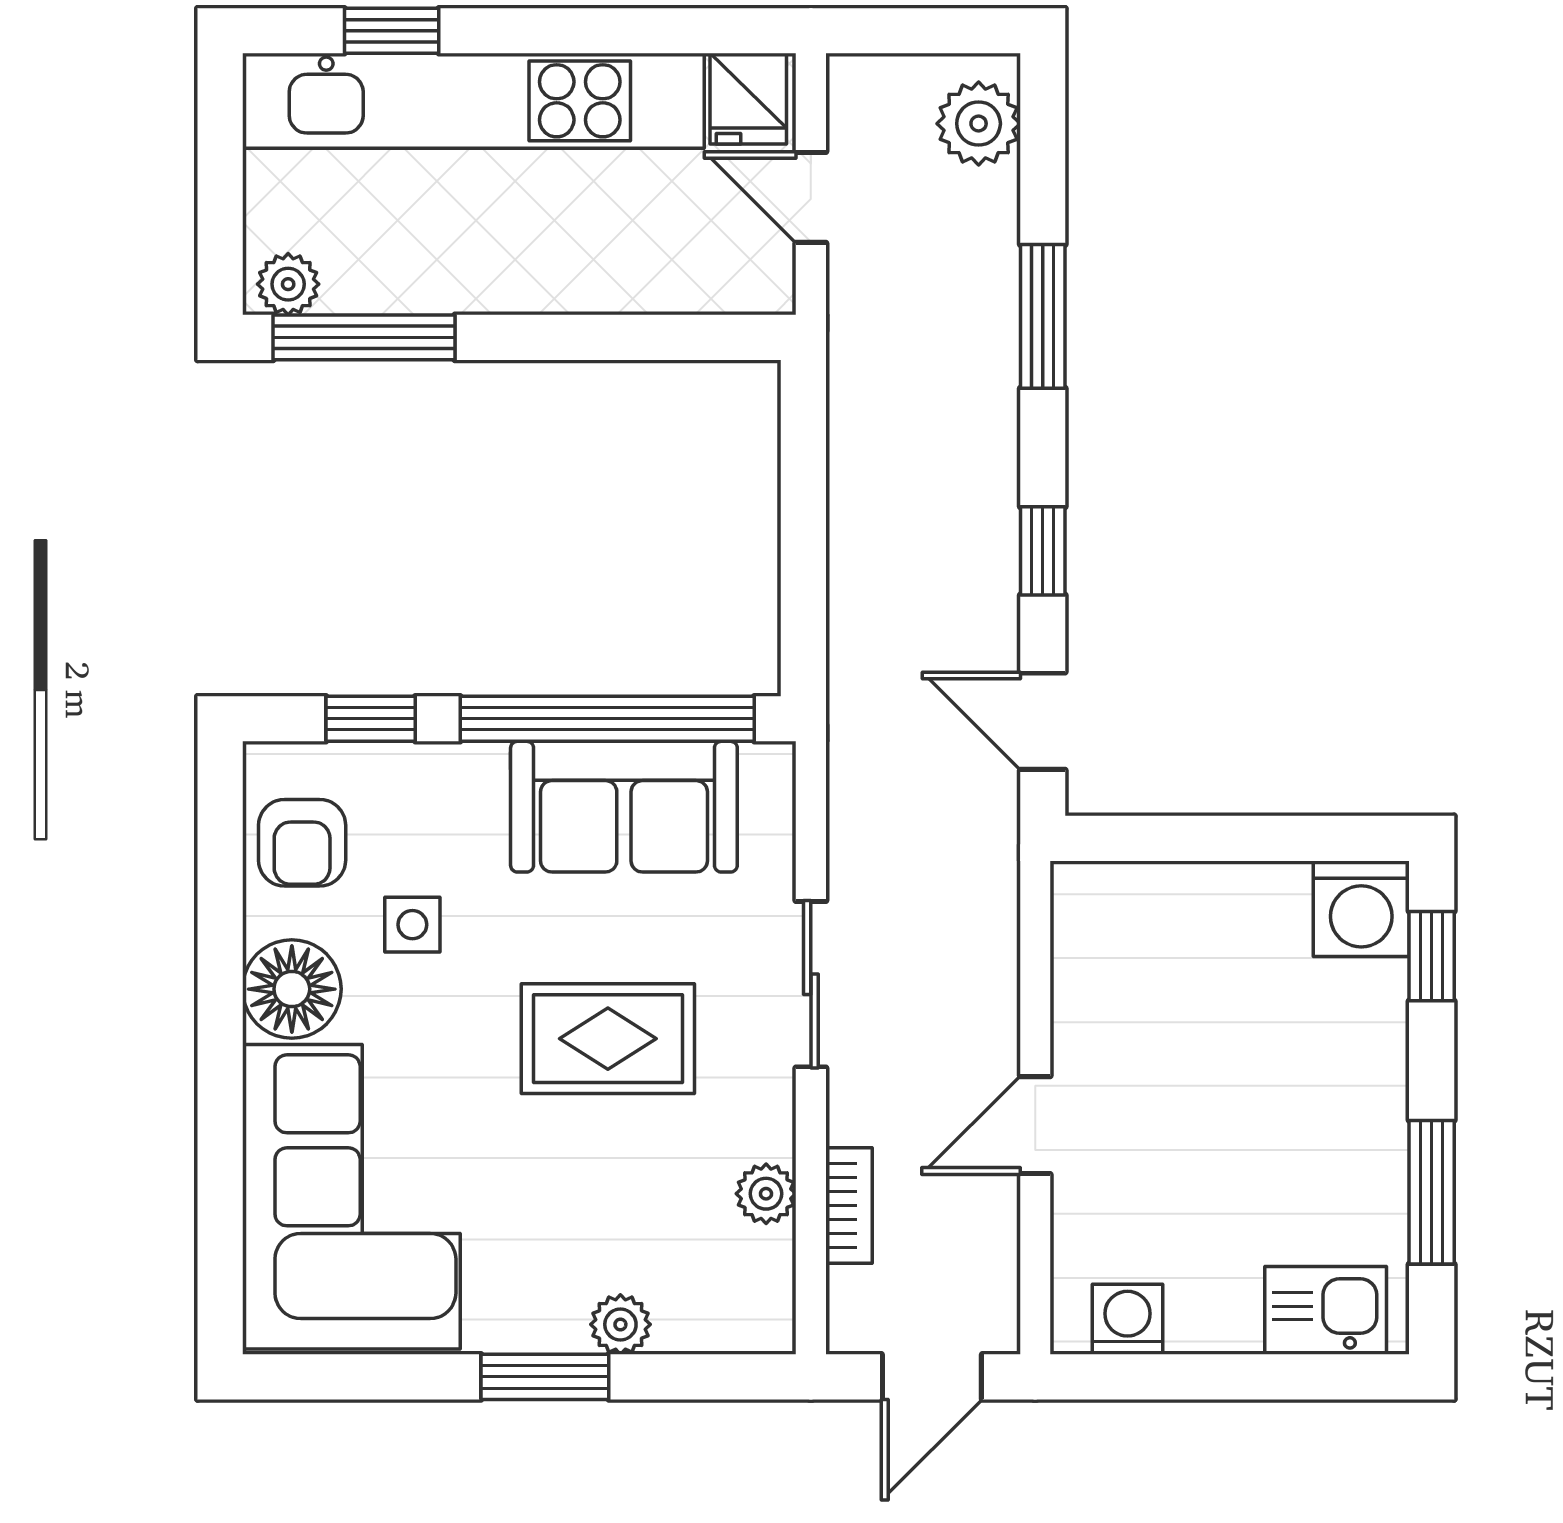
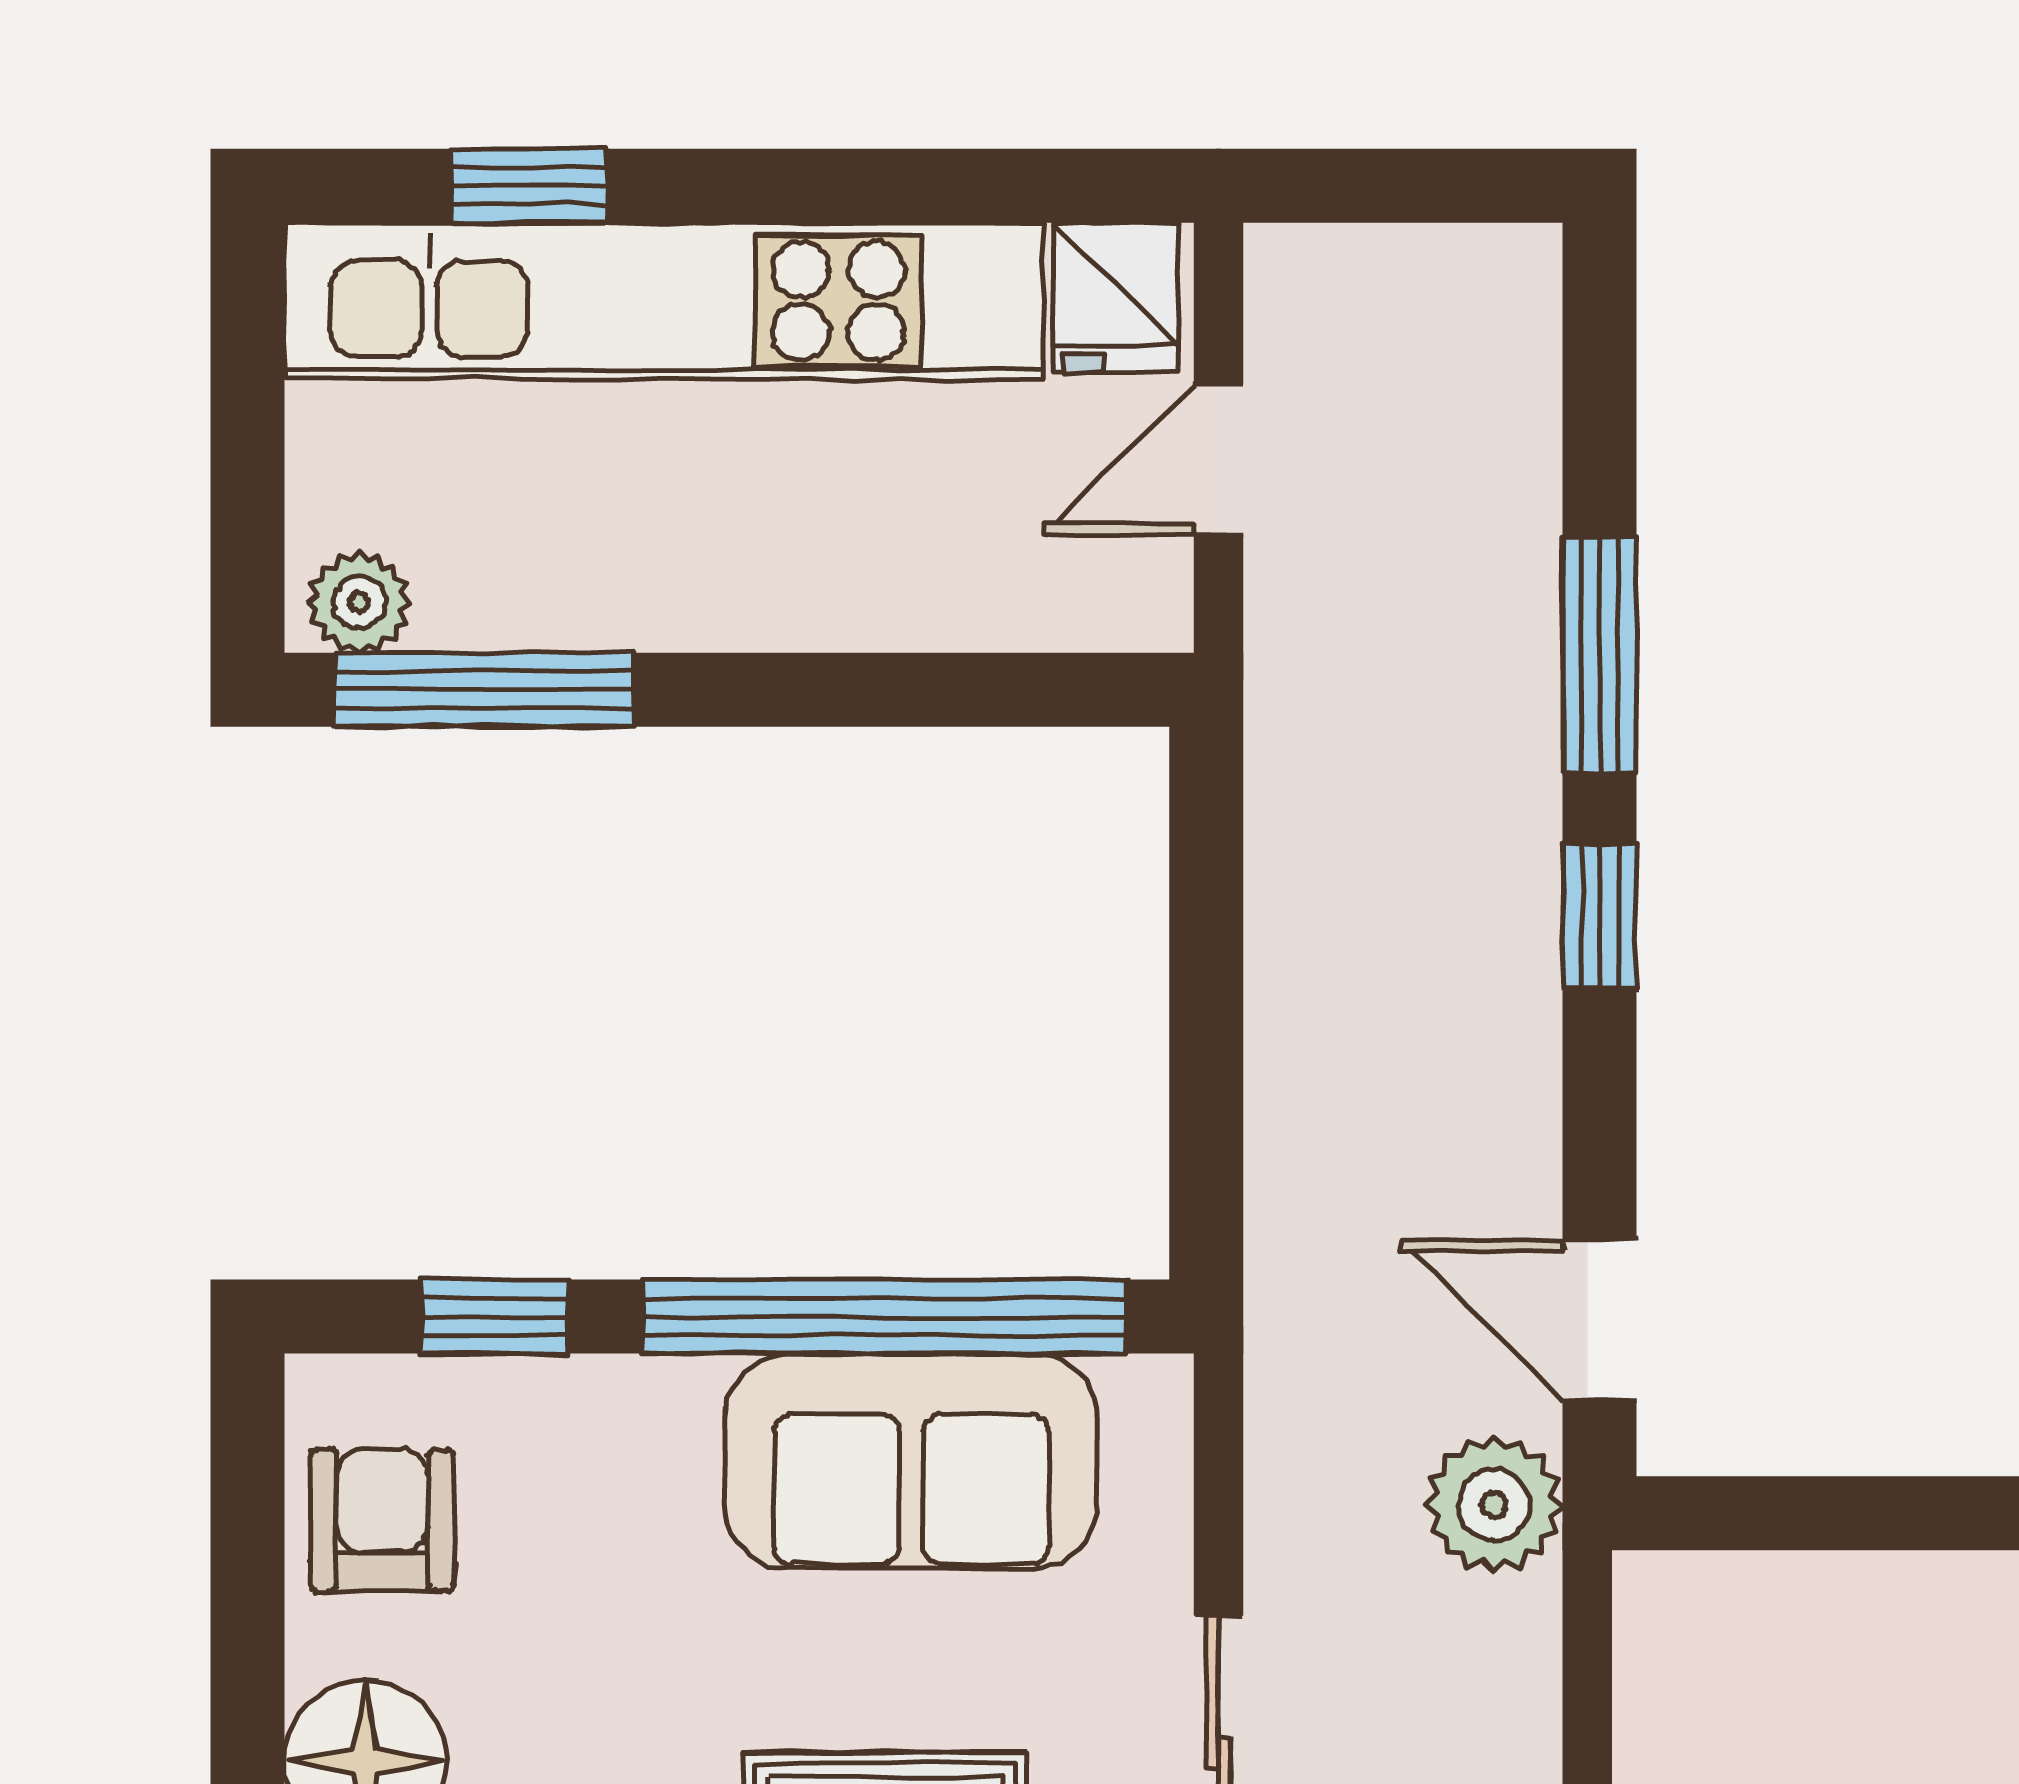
plant: (979, 124) -> (1494, 1505), moved
door: (811, 197) -> (1219, 459), hinge flipped
window: (1043, 551) -> (1600, 916), moved
armchair: (302, 843) -> (382, 1520), turned 180
side table: (412, 925) -> (563, 1655), removed

